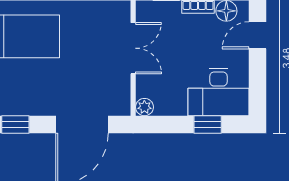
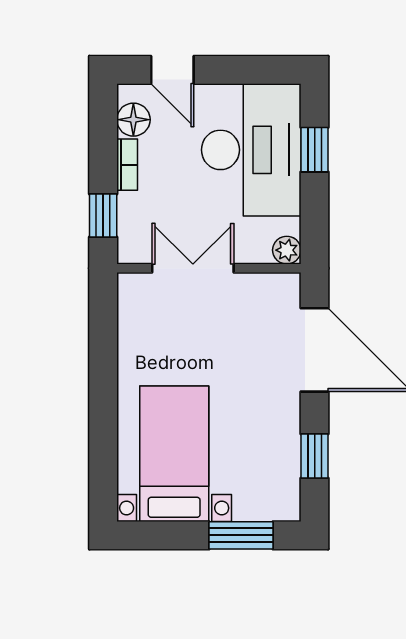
desk: (218, 92) -> (251, 150), width x1.36, depth x1.30

